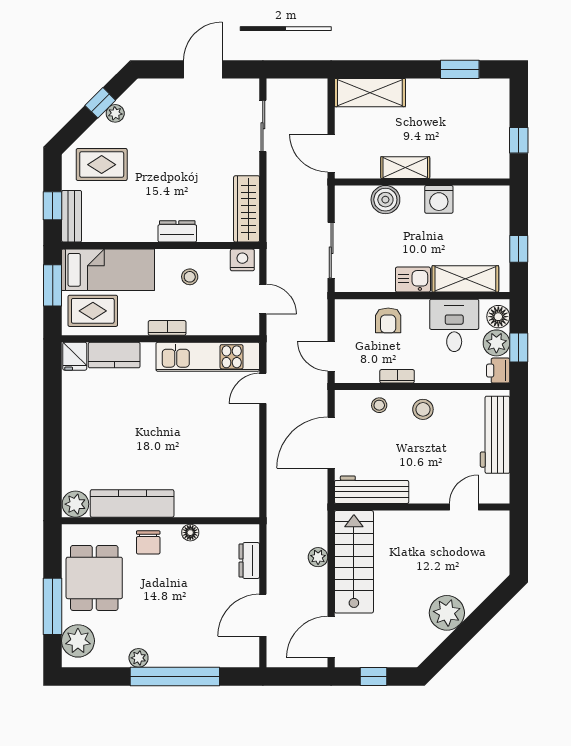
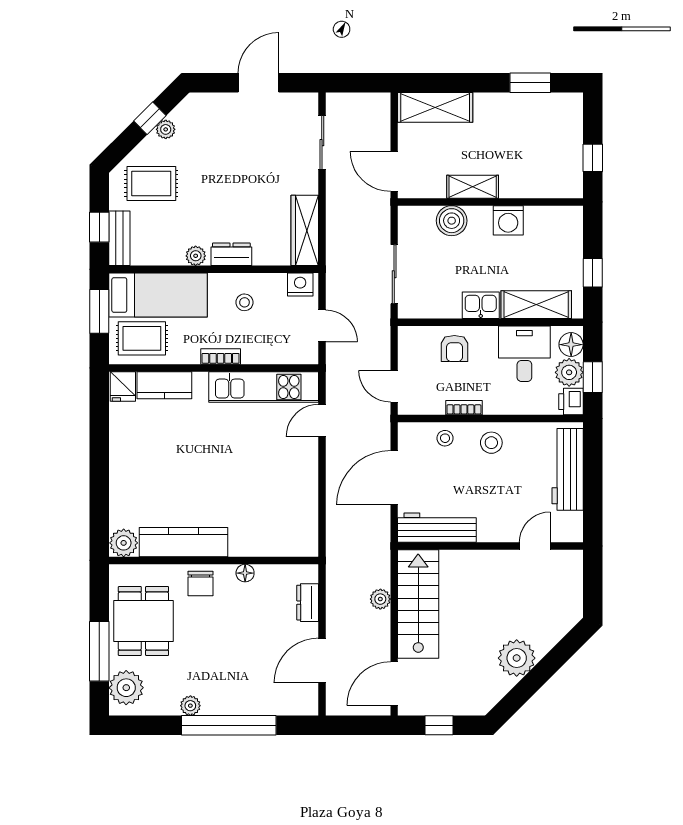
plant: (144, 233) -> (196, 256), added

